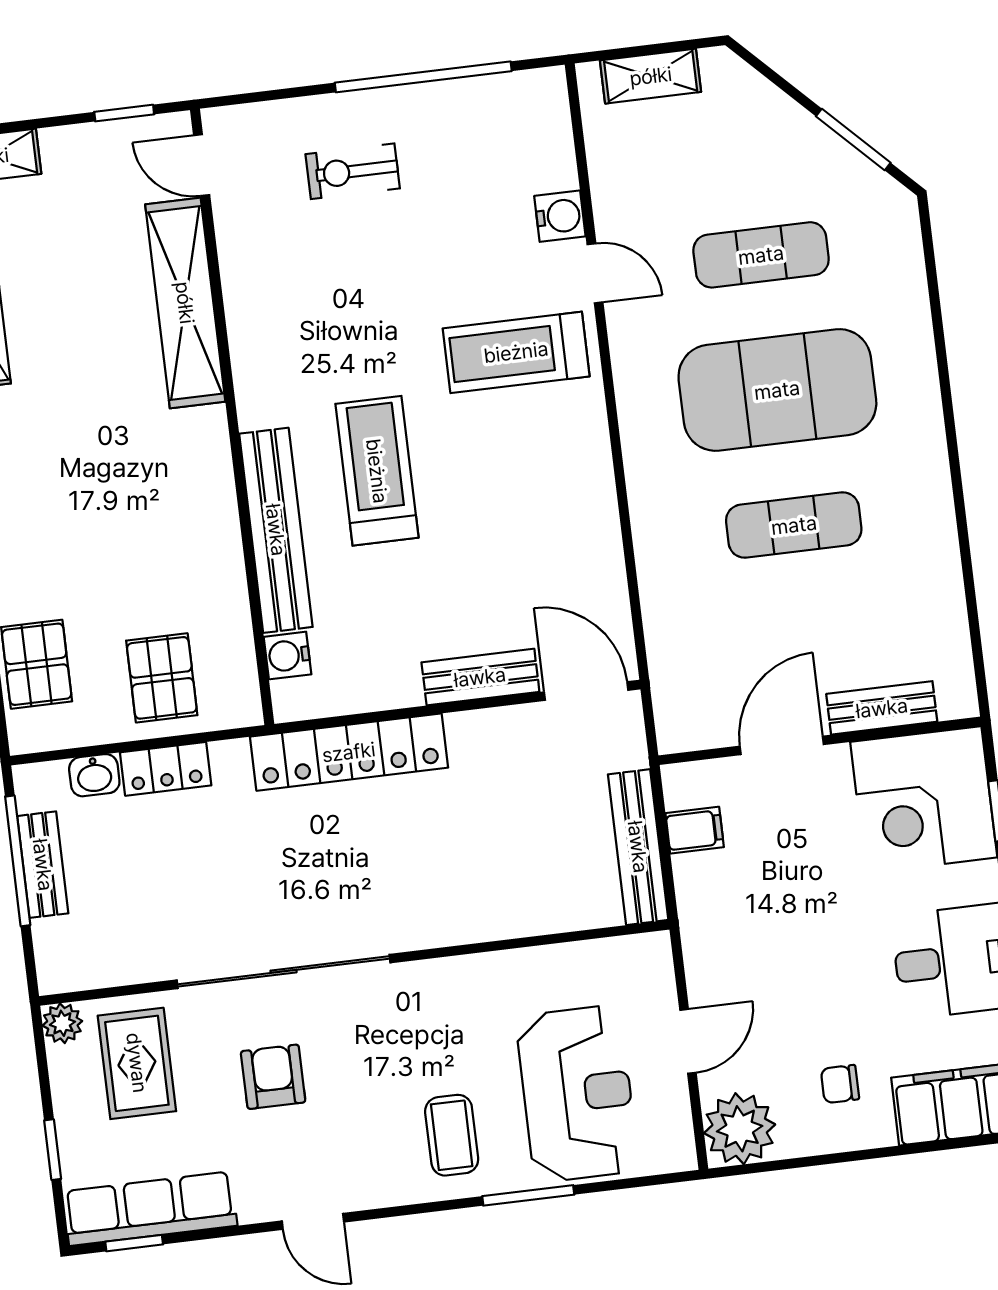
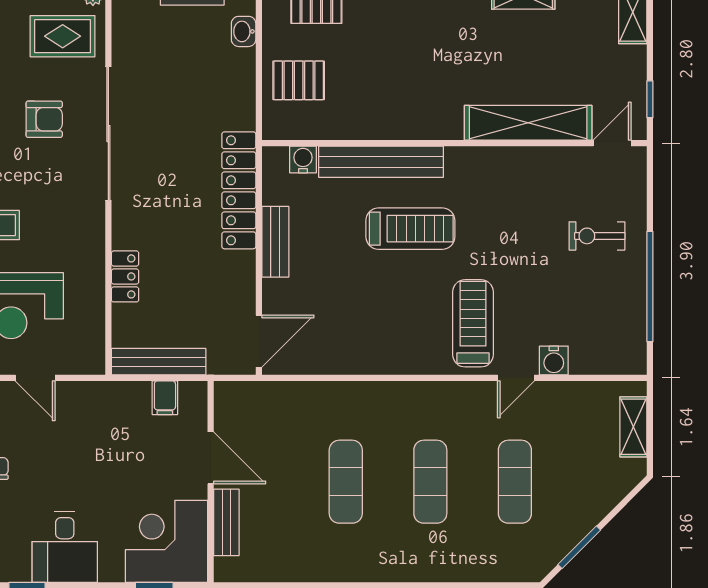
exercise bike: (353, 171) -> (597, 236), turned -90
exercise mat: (777, 390) -> (430, 482), width x0.50, depth x0.69
bench: (480, 677) -> (275, 242), moved
locker: (166, 769) -> (125, 276), moved, turned 180

